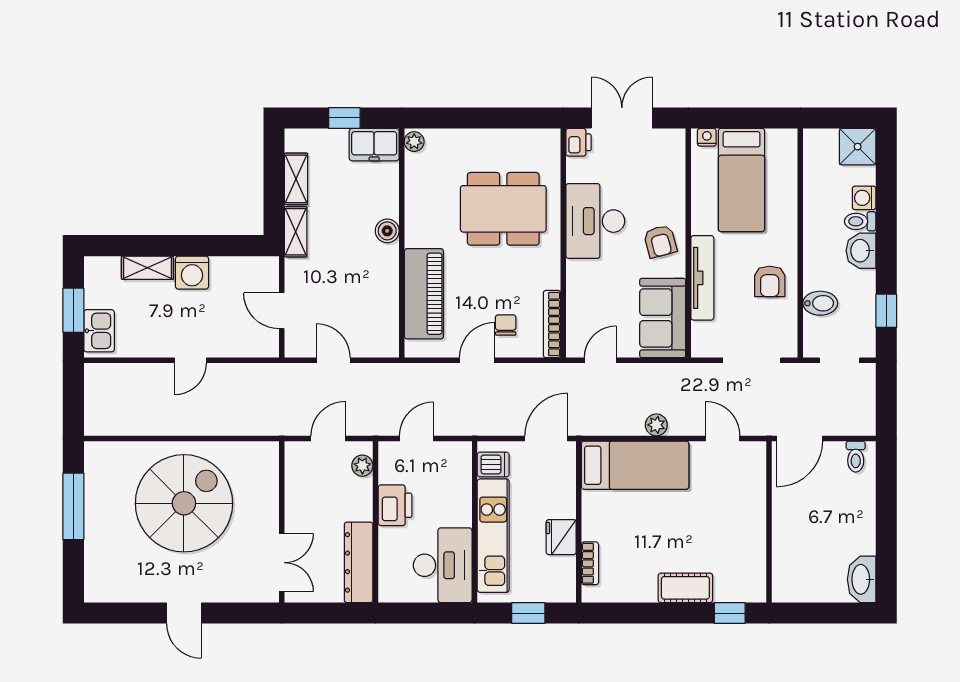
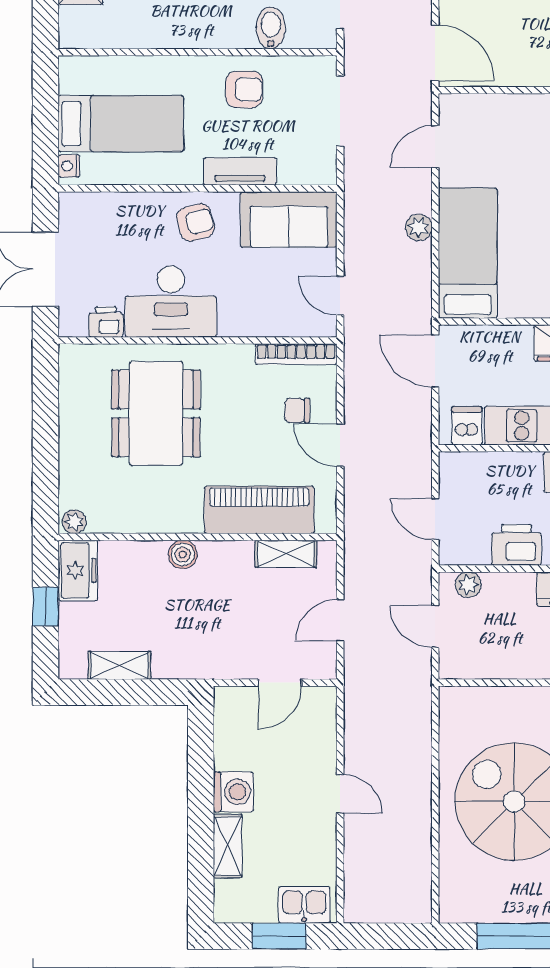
printer: (578, 142) -> (106, 322), moved
shelving: (296, 232) -> (286, 554), moved
tv unit: (702, 278) -> (240, 171), width x0.71

